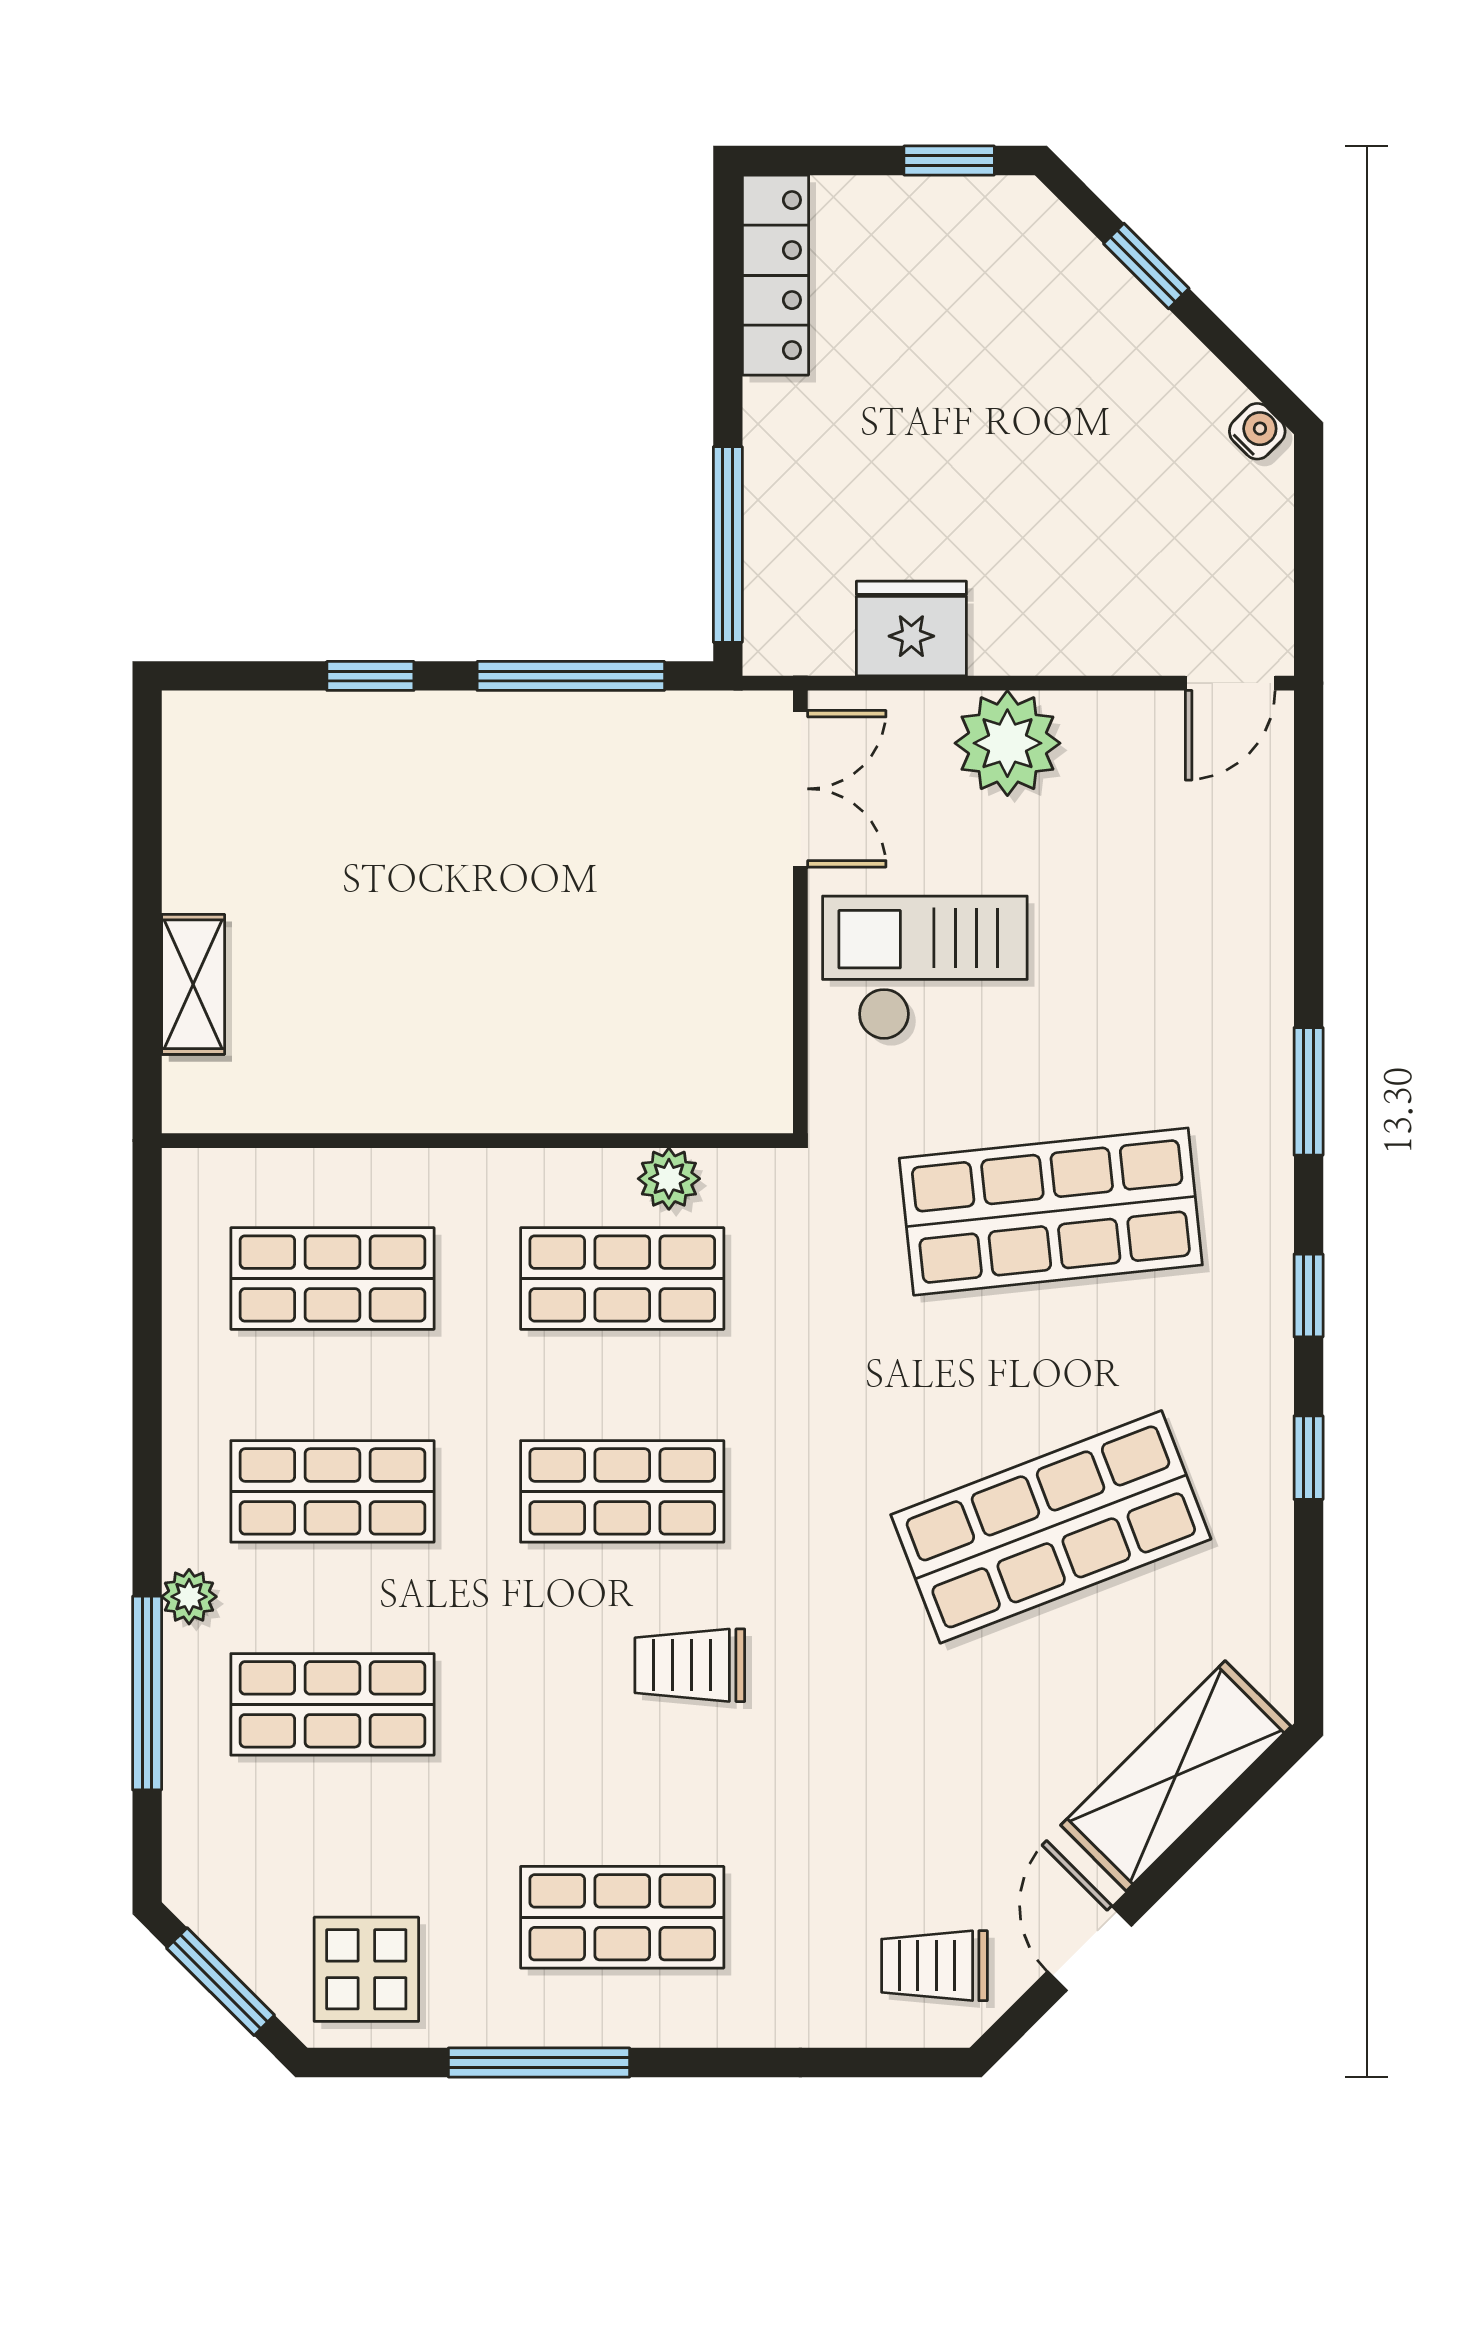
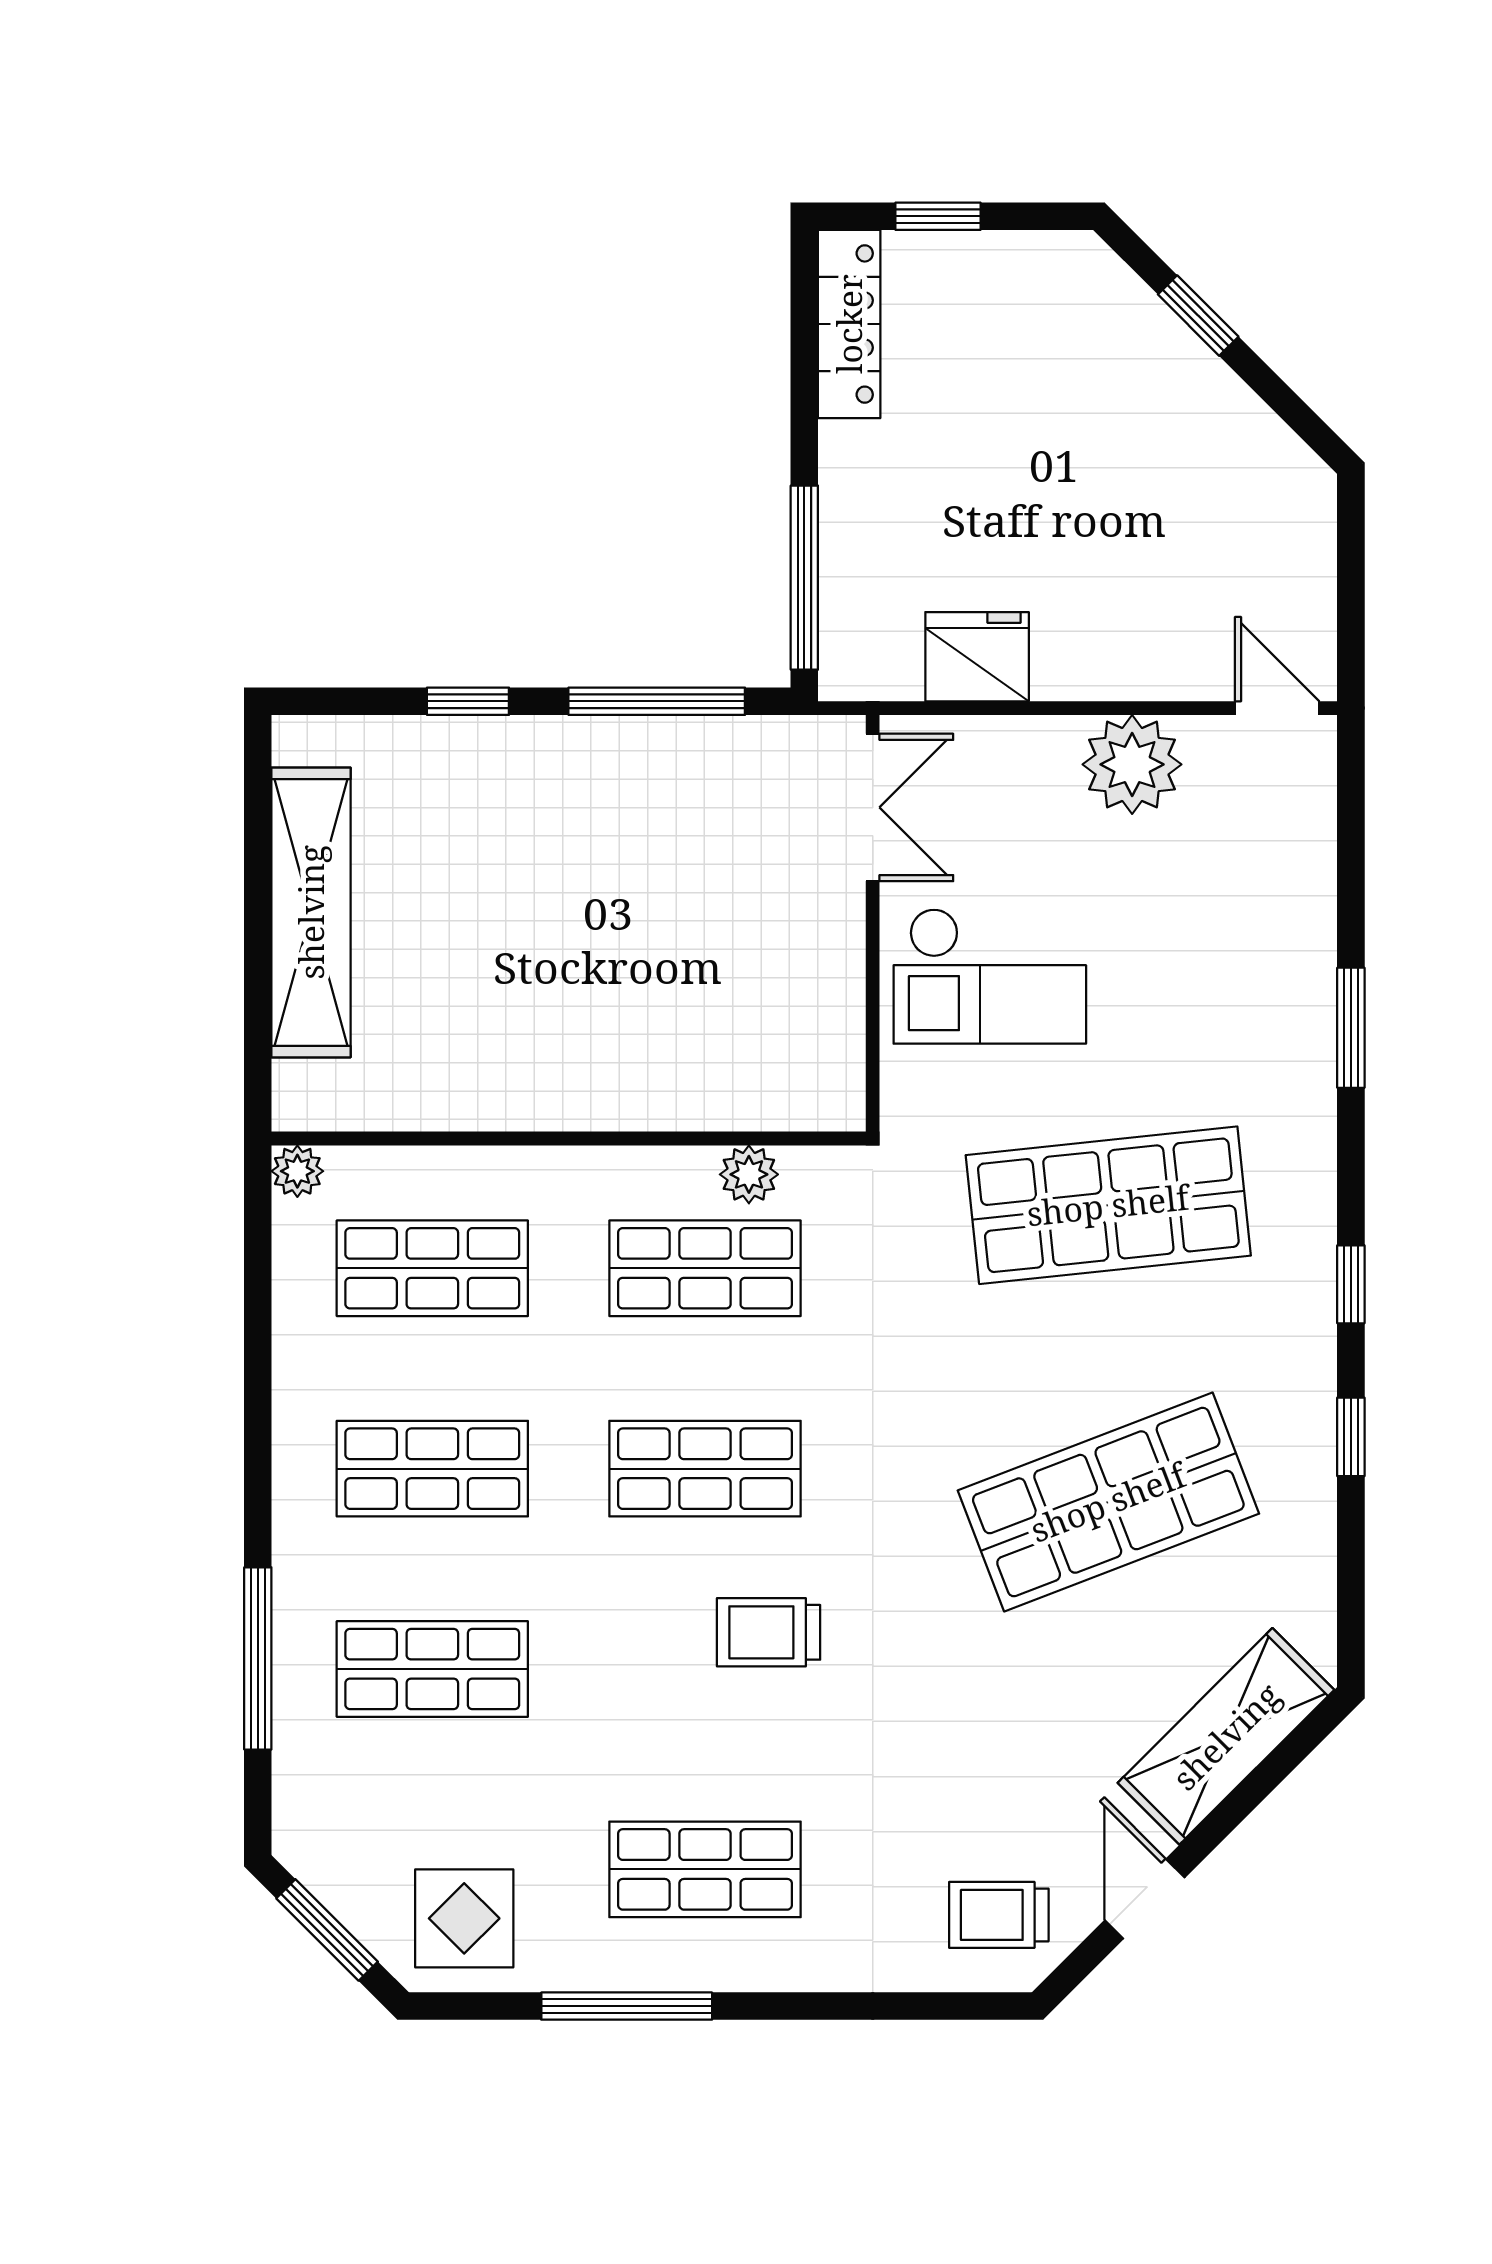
window: (949, 160) -> (938, 216), moved
water cooler: (1257, 431) -> (1303, 471), removed
door: (1230, 683) -> (1277, 708), swing flipped
plant: (1007, 743) -> (1132, 764), moved
checkout: (925, 968) -> (990, 976), turned 180
shelving: (193, 984) -> (311, 912), width x2.20, depth x1.33
window: (1309, 1091) -> (1351, 1028), moved
plant: (189, 1597) -> (297, 1171), moved

